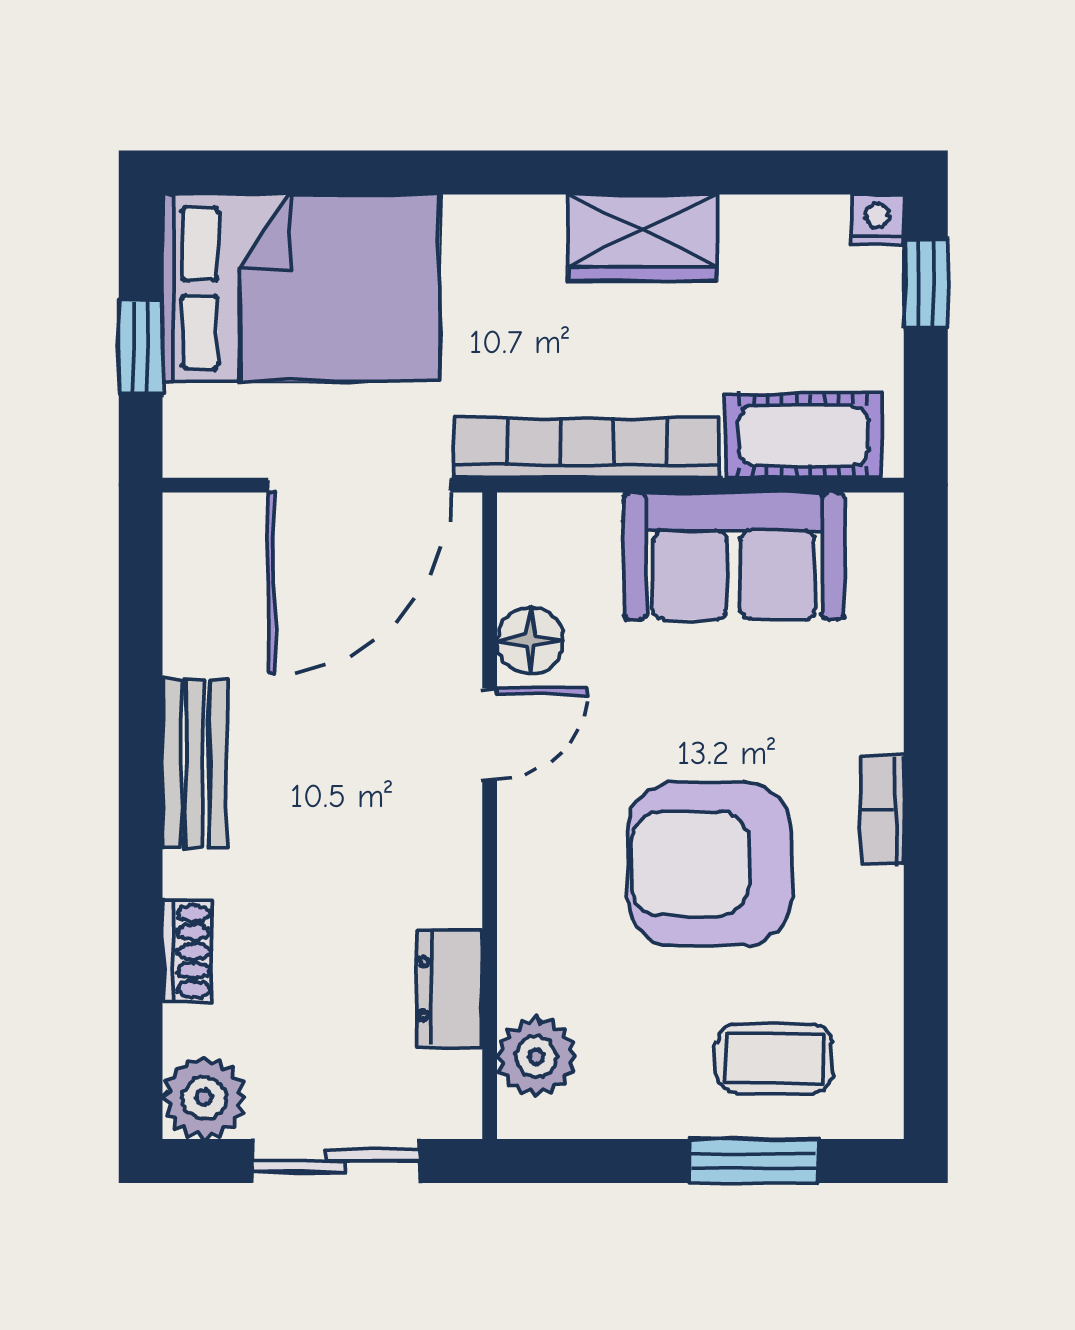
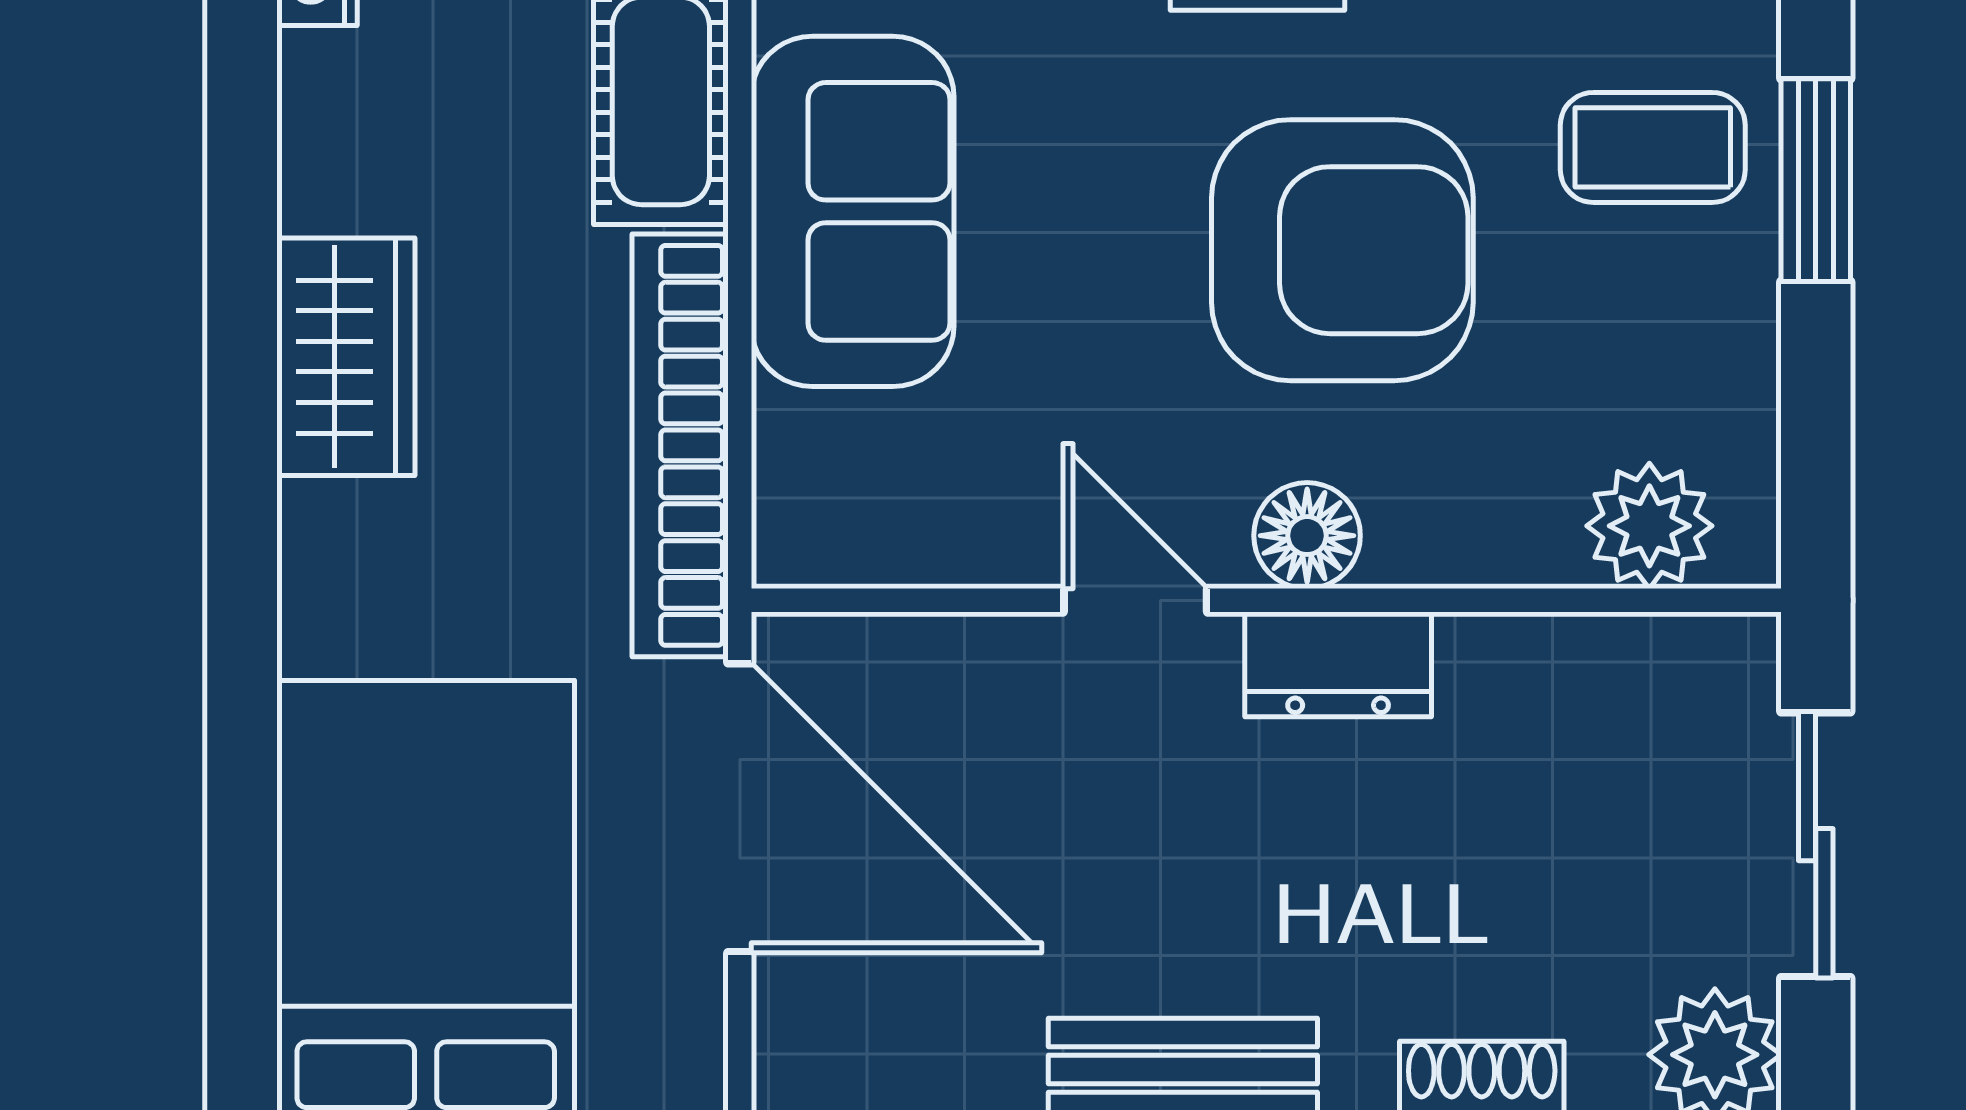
floor lamp: (530, 641) -> (1307, 536), moved
armchair: (710, 864) -> (1342, 250), turned -90
dresser: (449, 989) -> (1338, 664), moved
coffee table: (774, 1059) -> (1653, 147), turned 90

